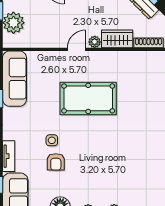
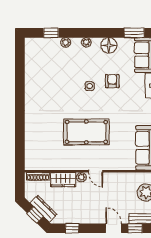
door: (76, 49) -> (96, 171), hinge flipped
side table: (52, 140) -> (90, 86), moved

